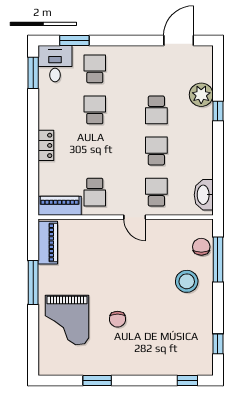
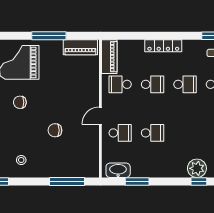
school desk: (156, 110) -> (153, 84), moved, turned 180
window: (218, 111) -> (199, 182), moved
locker: (46, 145) -> (163, 46), width x1.53
window: (218, 170) -> (137, 182), added
chair: (201, 247) -> (55, 130), moved, turned 180
stool: (187, 281) -> (21, 160), moved, width x0.53, depth x0.53

